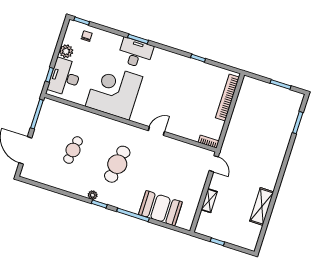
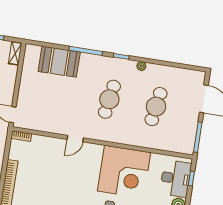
cafe table: (73, 150) -> (156, 107), width x1.37, depth x1.35
plant: (93, 195) -> (141, 66), moved
shelving: (209, 201) -> (15, 53), moved

